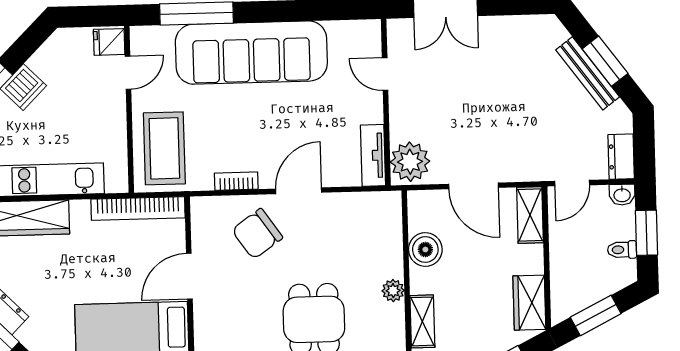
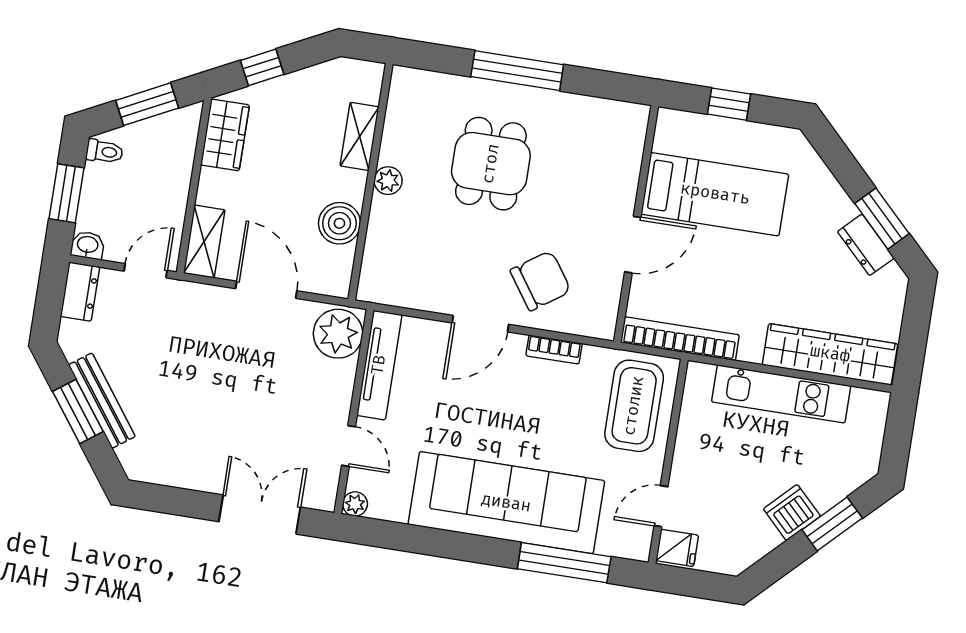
plant: (371, 29) -> (355, 504), added
tv unit: (373, 155) -> (379, 365), width x1.41
toilet: (622, 250) -> (104, 152), moved

